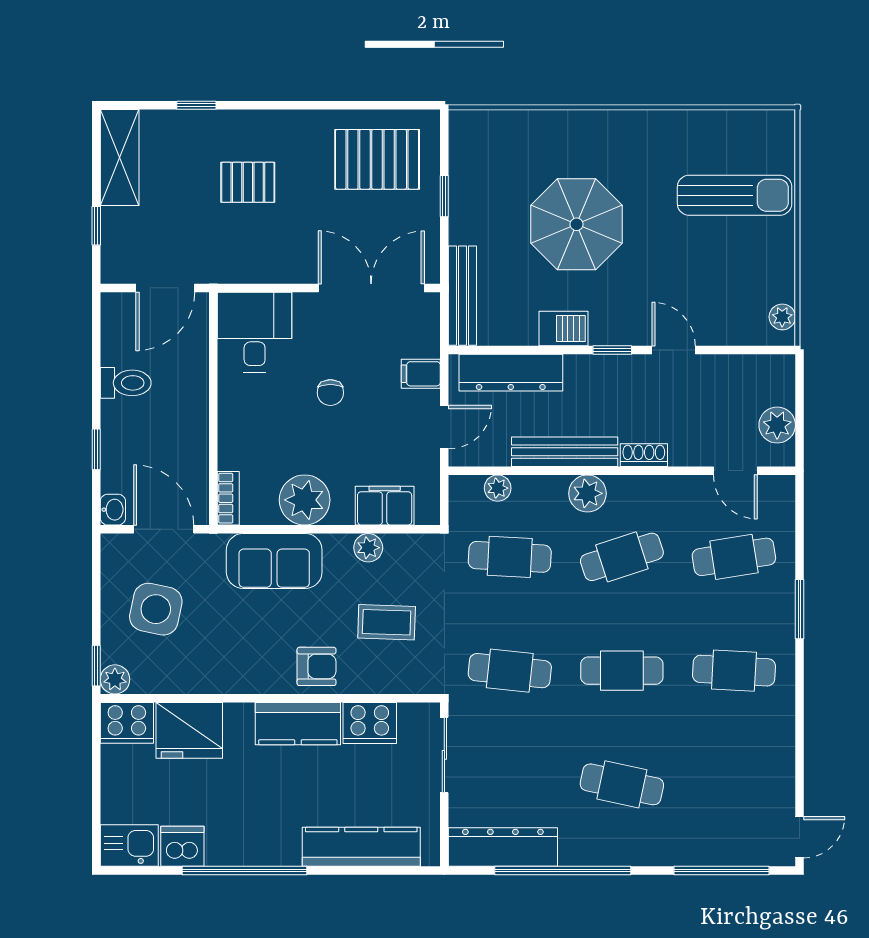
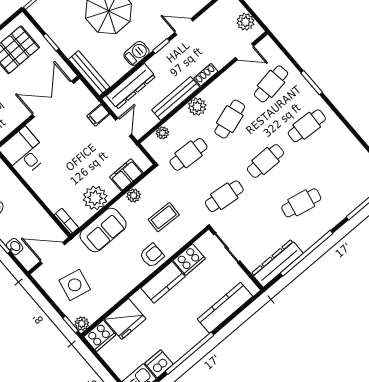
chair: (330, 393) -> (71, 150), removed
washbasin: (113, 510) -> (15, 247), moved

